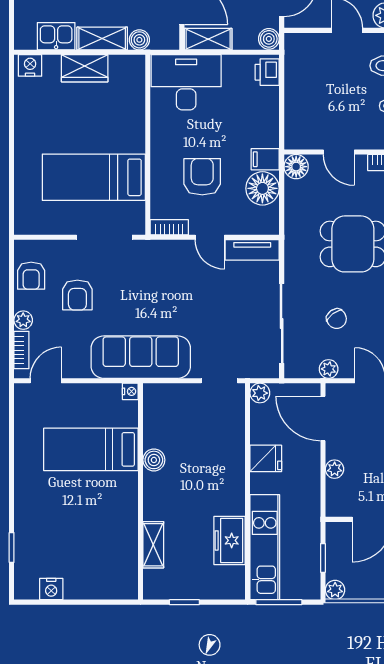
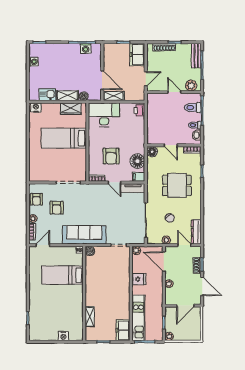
boiler: (269, 39) -> (140, 96), removed
wardrobe: (85, 68) -> (71, 109), moved
filing cabinet: (265, 159) -> (139, 177), moved
bed: (94, 177) -> (64, 138), moved
armchair: (202, 177) -> (111, 156), turned 180
boiler: (154, 460) -> (90, 251), moved
freezer: (229, 540) -> (123, 330), moved
nightstand: (51, 589) -> (63, 336), moved

